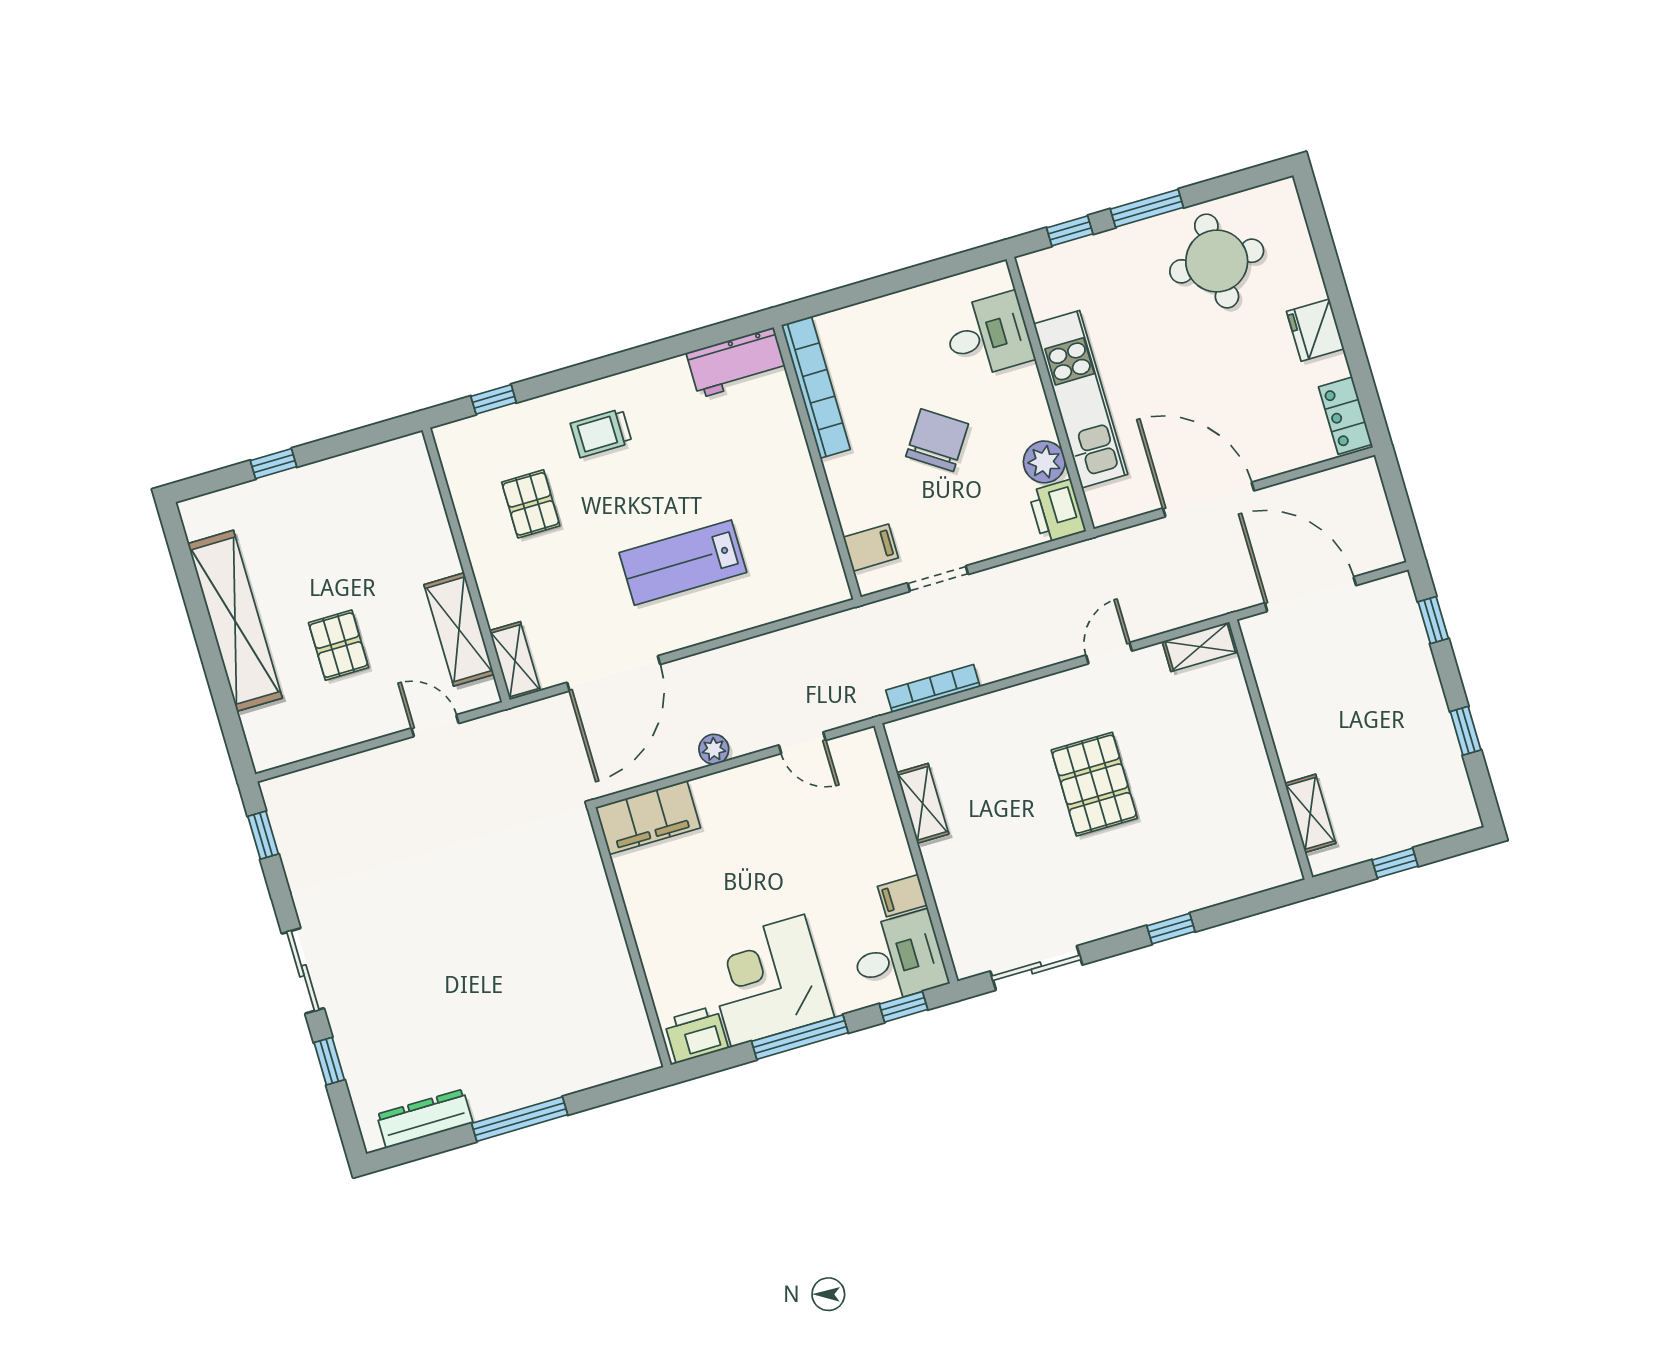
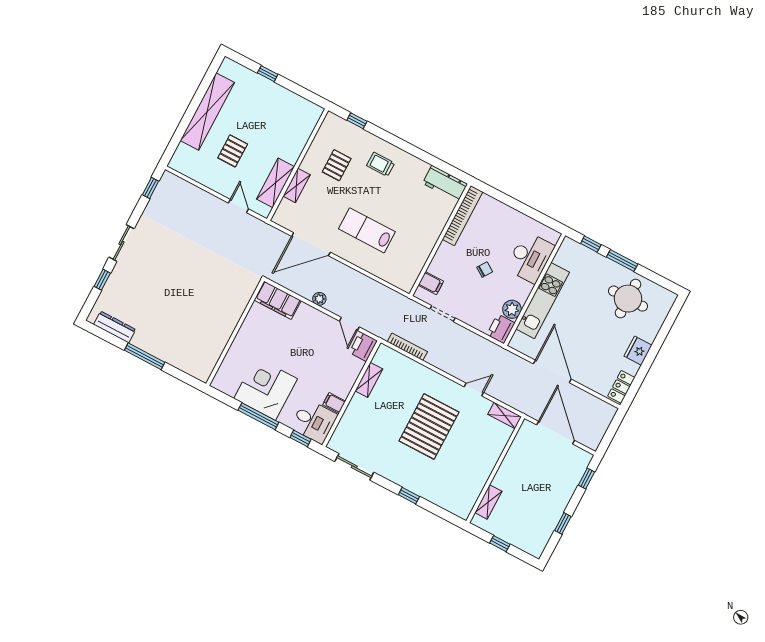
desk: (988, 335) -> (530, 257), width x1.37
chair: (937, 440) -> (485, 270), width x0.54, depth x0.54
shelving: (515, 661) -> (297, 185), moved
pallet: (1094, 784) -> (429, 426), width x1.37, depth x1.41
printer: (696, 1034) -> (363, 347), moved, turned -90

